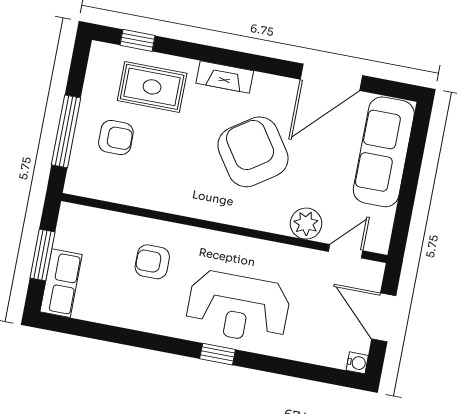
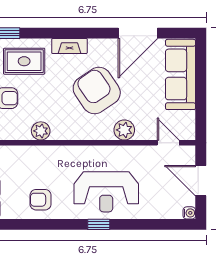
plant: (157, 197) -> (41, 131), added
plant: (306, 224) -> (124, 130), moved
door: (346, 251) -> (168, 143), hinge flipped
armchair: (152, 262) -> (41, 200), moved

